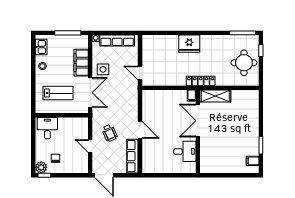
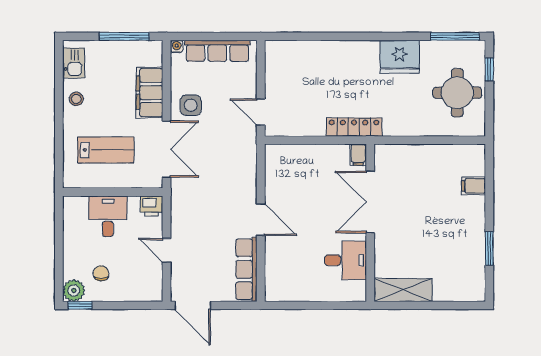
fridge: (189, 44) -> (400, 57), moved
locker: (201, 81) -> (354, 127), moved
shelving: (215, 96) -> (403, 290), moved
printer: (82, 123) -> (151, 206), added
desk: (47, 128) -> (108, 216), moved
wheelchair: (110, 133) -> (203, 225), removed
filing cabinet: (253, 161) -> (474, 186), moved

